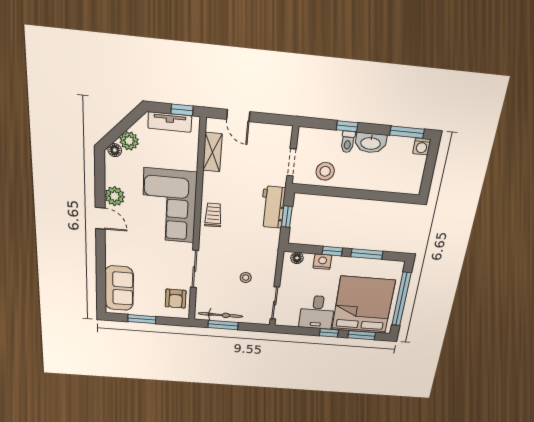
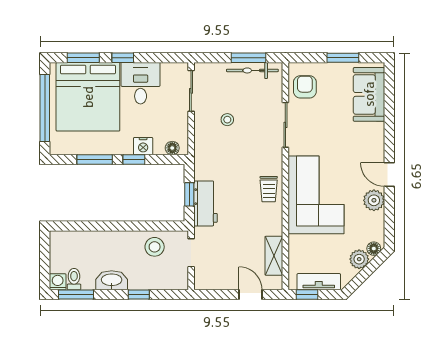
toilet: (348, 142) -> (74, 279), moved

